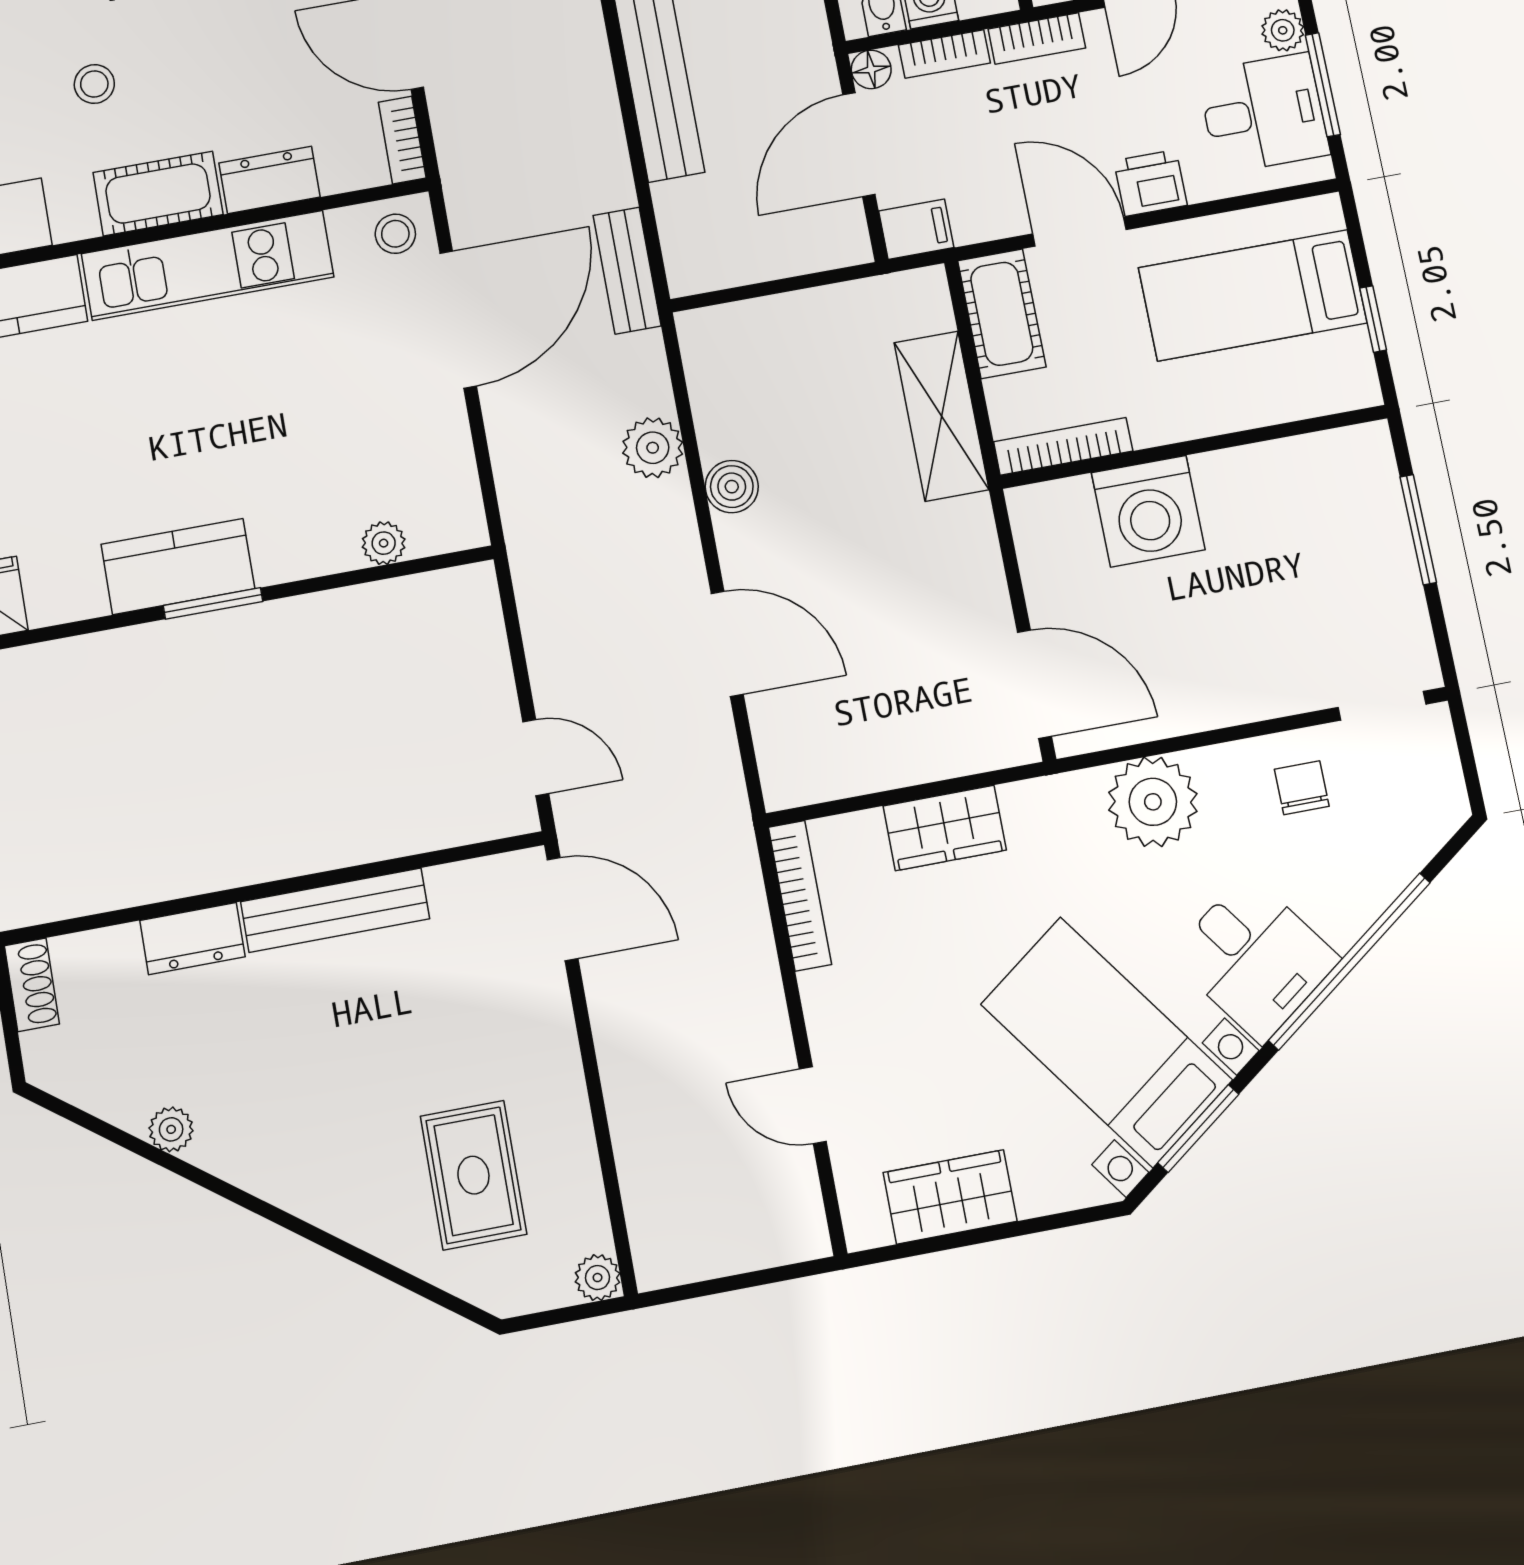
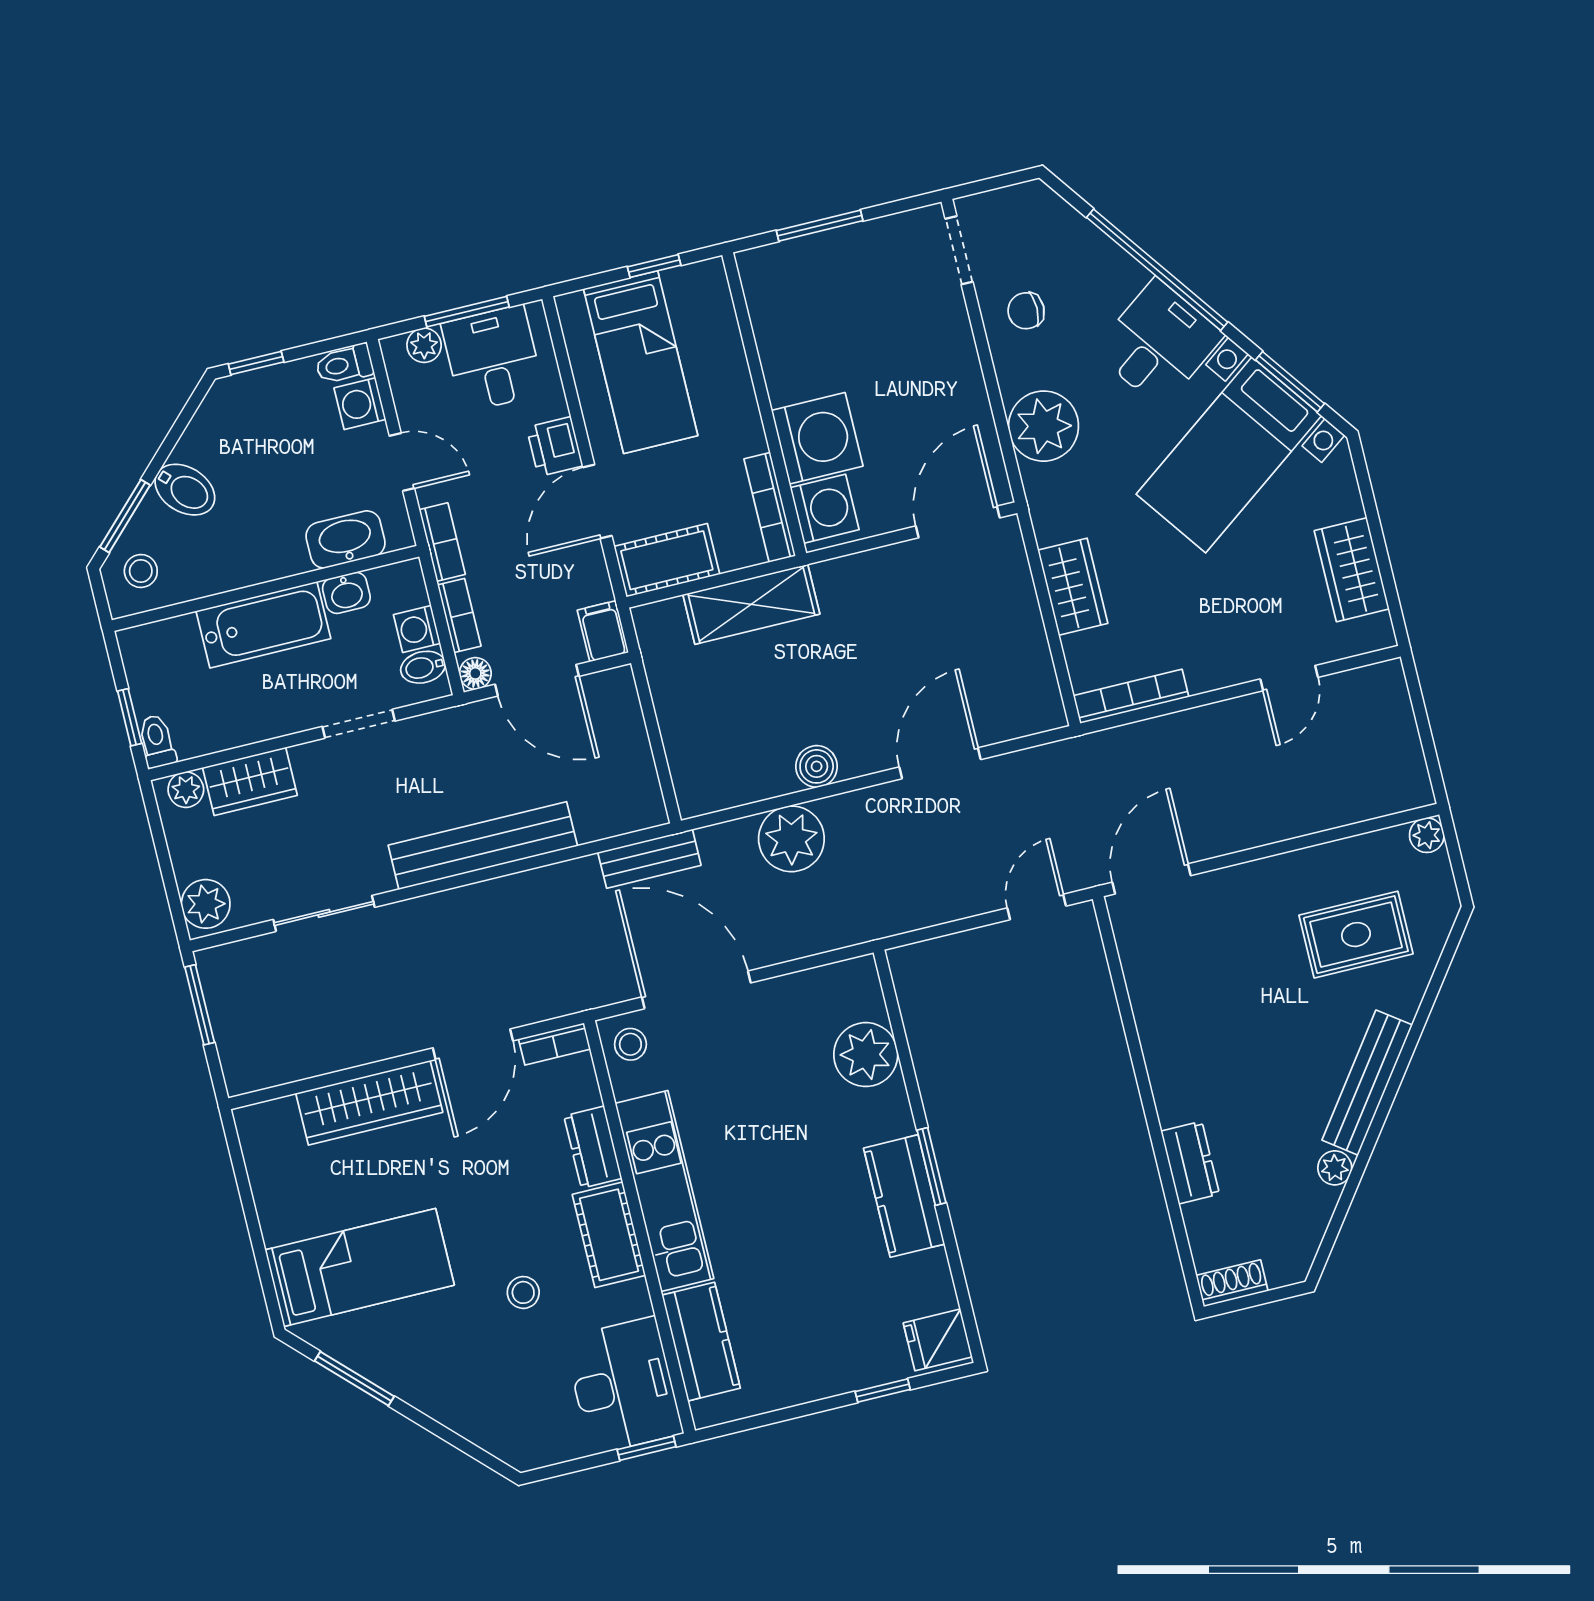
plant: (653, 448) -> (791, 839), width x1.36, depth x1.36
washing machine: (1058, 516) -> (825, 509), added
plant: (384, 543) -> (866, 1055), width x1.87, depth x1.87
bench: (335, 910) -> (1367, 1083), moved, turned 36

